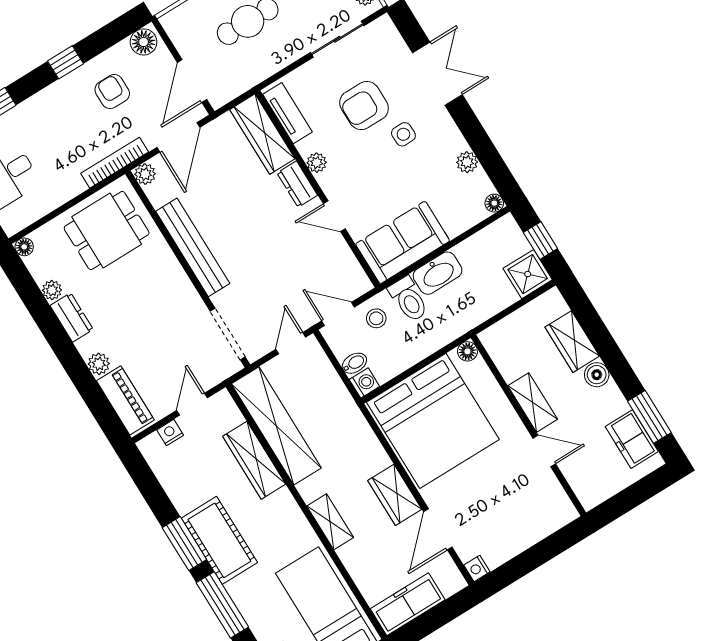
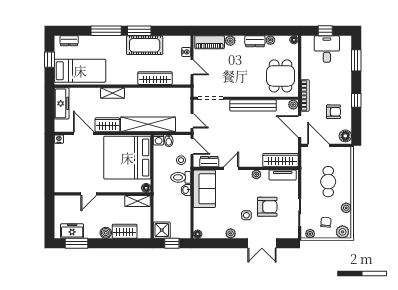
armchair: (364, 105) -> (267, 207), turned 90
plant: (467, 162) -> (231, 233), moved
dresser: (297, 184) -> (209, 162), moved
washbasin: (438, 273) -> (186, 190), width x0.52, depth x0.69
door: (338, 314) -> (192, 146), hinge flipped
shelving: (533, 403) -> (138, 201), moved
shelving: (276, 426) -> (148, 124), moved
cot: (219, 540) -> (145, 45), moved

